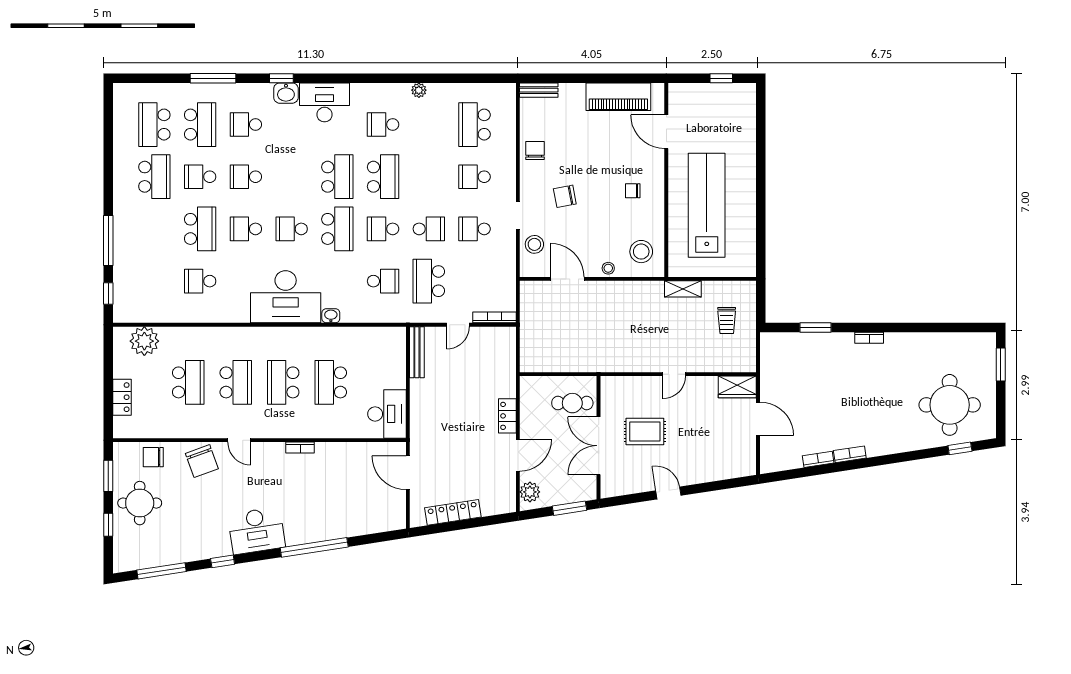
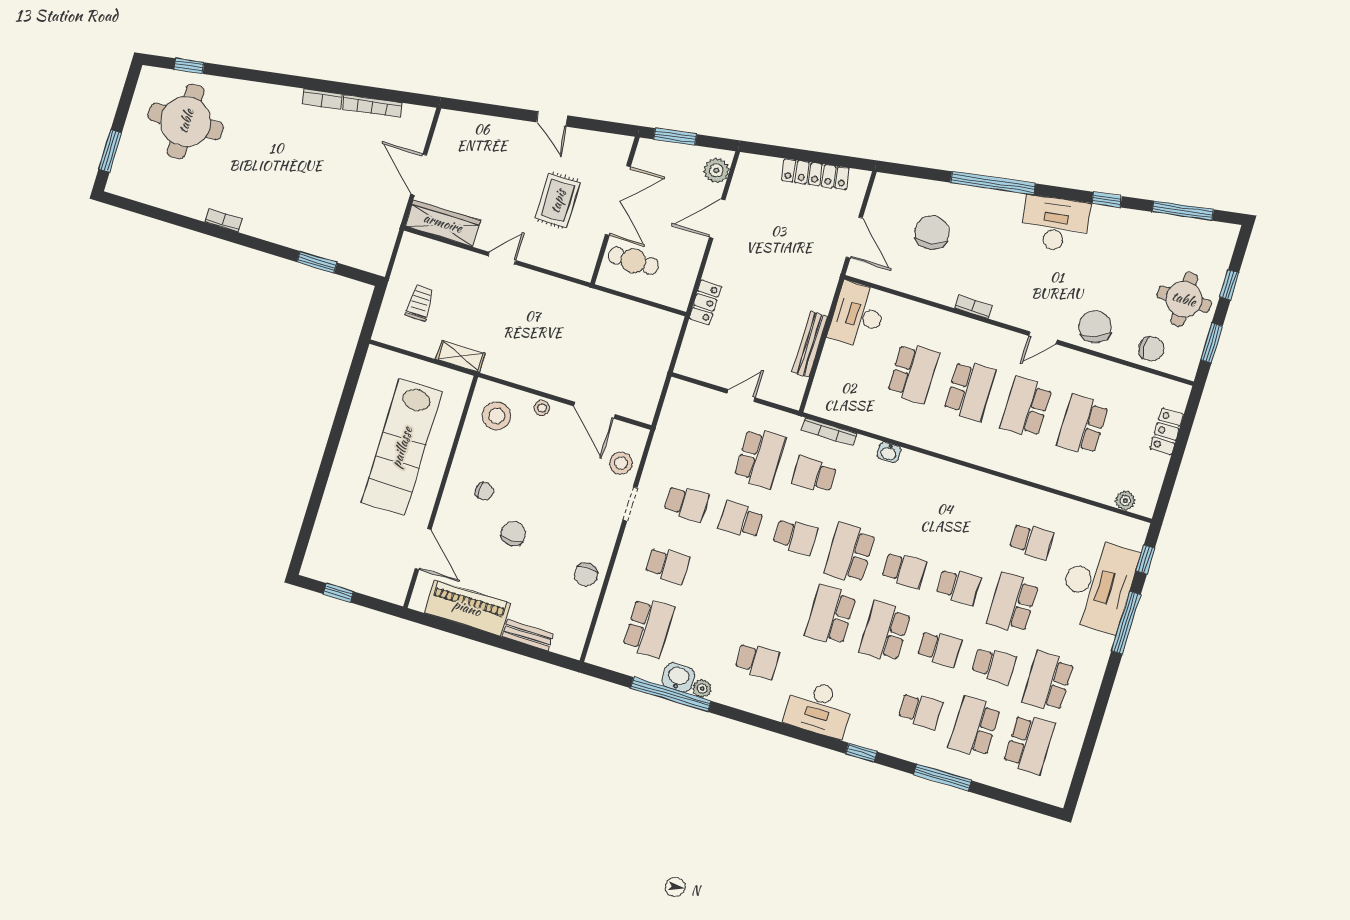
window: (442, 78) -> (671, 694), added
bench: (539, 90) -> (528, 635), moved
washbasin: (286, 93) -> (678, 677), moved
school desk: (383, 177) -> (885, 632), moved
chair: (565, 196) -> (513, 533), moved, turned -79
desk: (286, 297) -> (1098, 585), moved, turned 90
bookcase: (494, 317) -> (829, 432), moved
bookcase: (869, 338) -> (223, 220), moved
plant: (144, 341) -> (1125, 501), width x0.53, depth x0.53
bench: (417, 352) -> (810, 344), moved
wardrobe: (737, 387) -> (443, 223), width x1.50
locker: (507, 416) -> (705, 302), moved
rug: (645, 432) -> (558, 201), turned 90
door: (239, 440) -> (1043, 338), swing flipped
bookcase: (818, 459) -> (372, 106), width x1.56
chair: (349, 495) -> (932, 232), added

